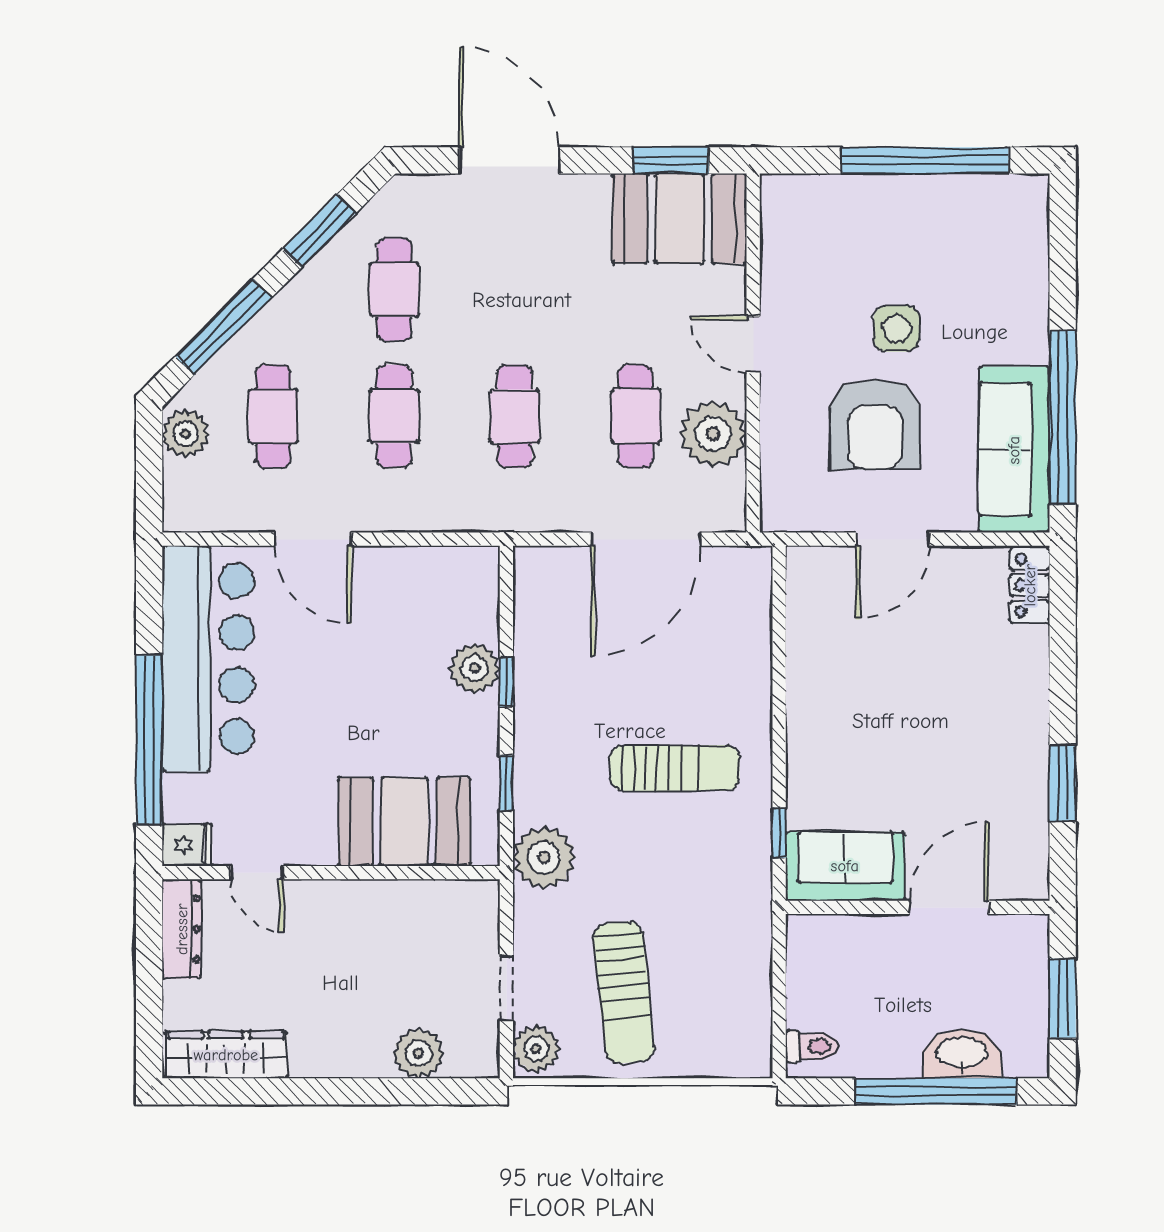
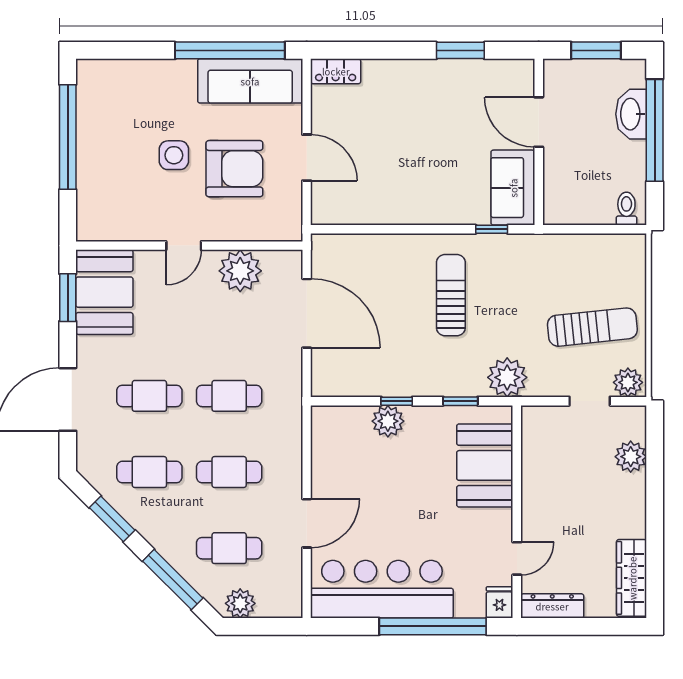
cafe table: (635, 416) -> (149, 396), moved

